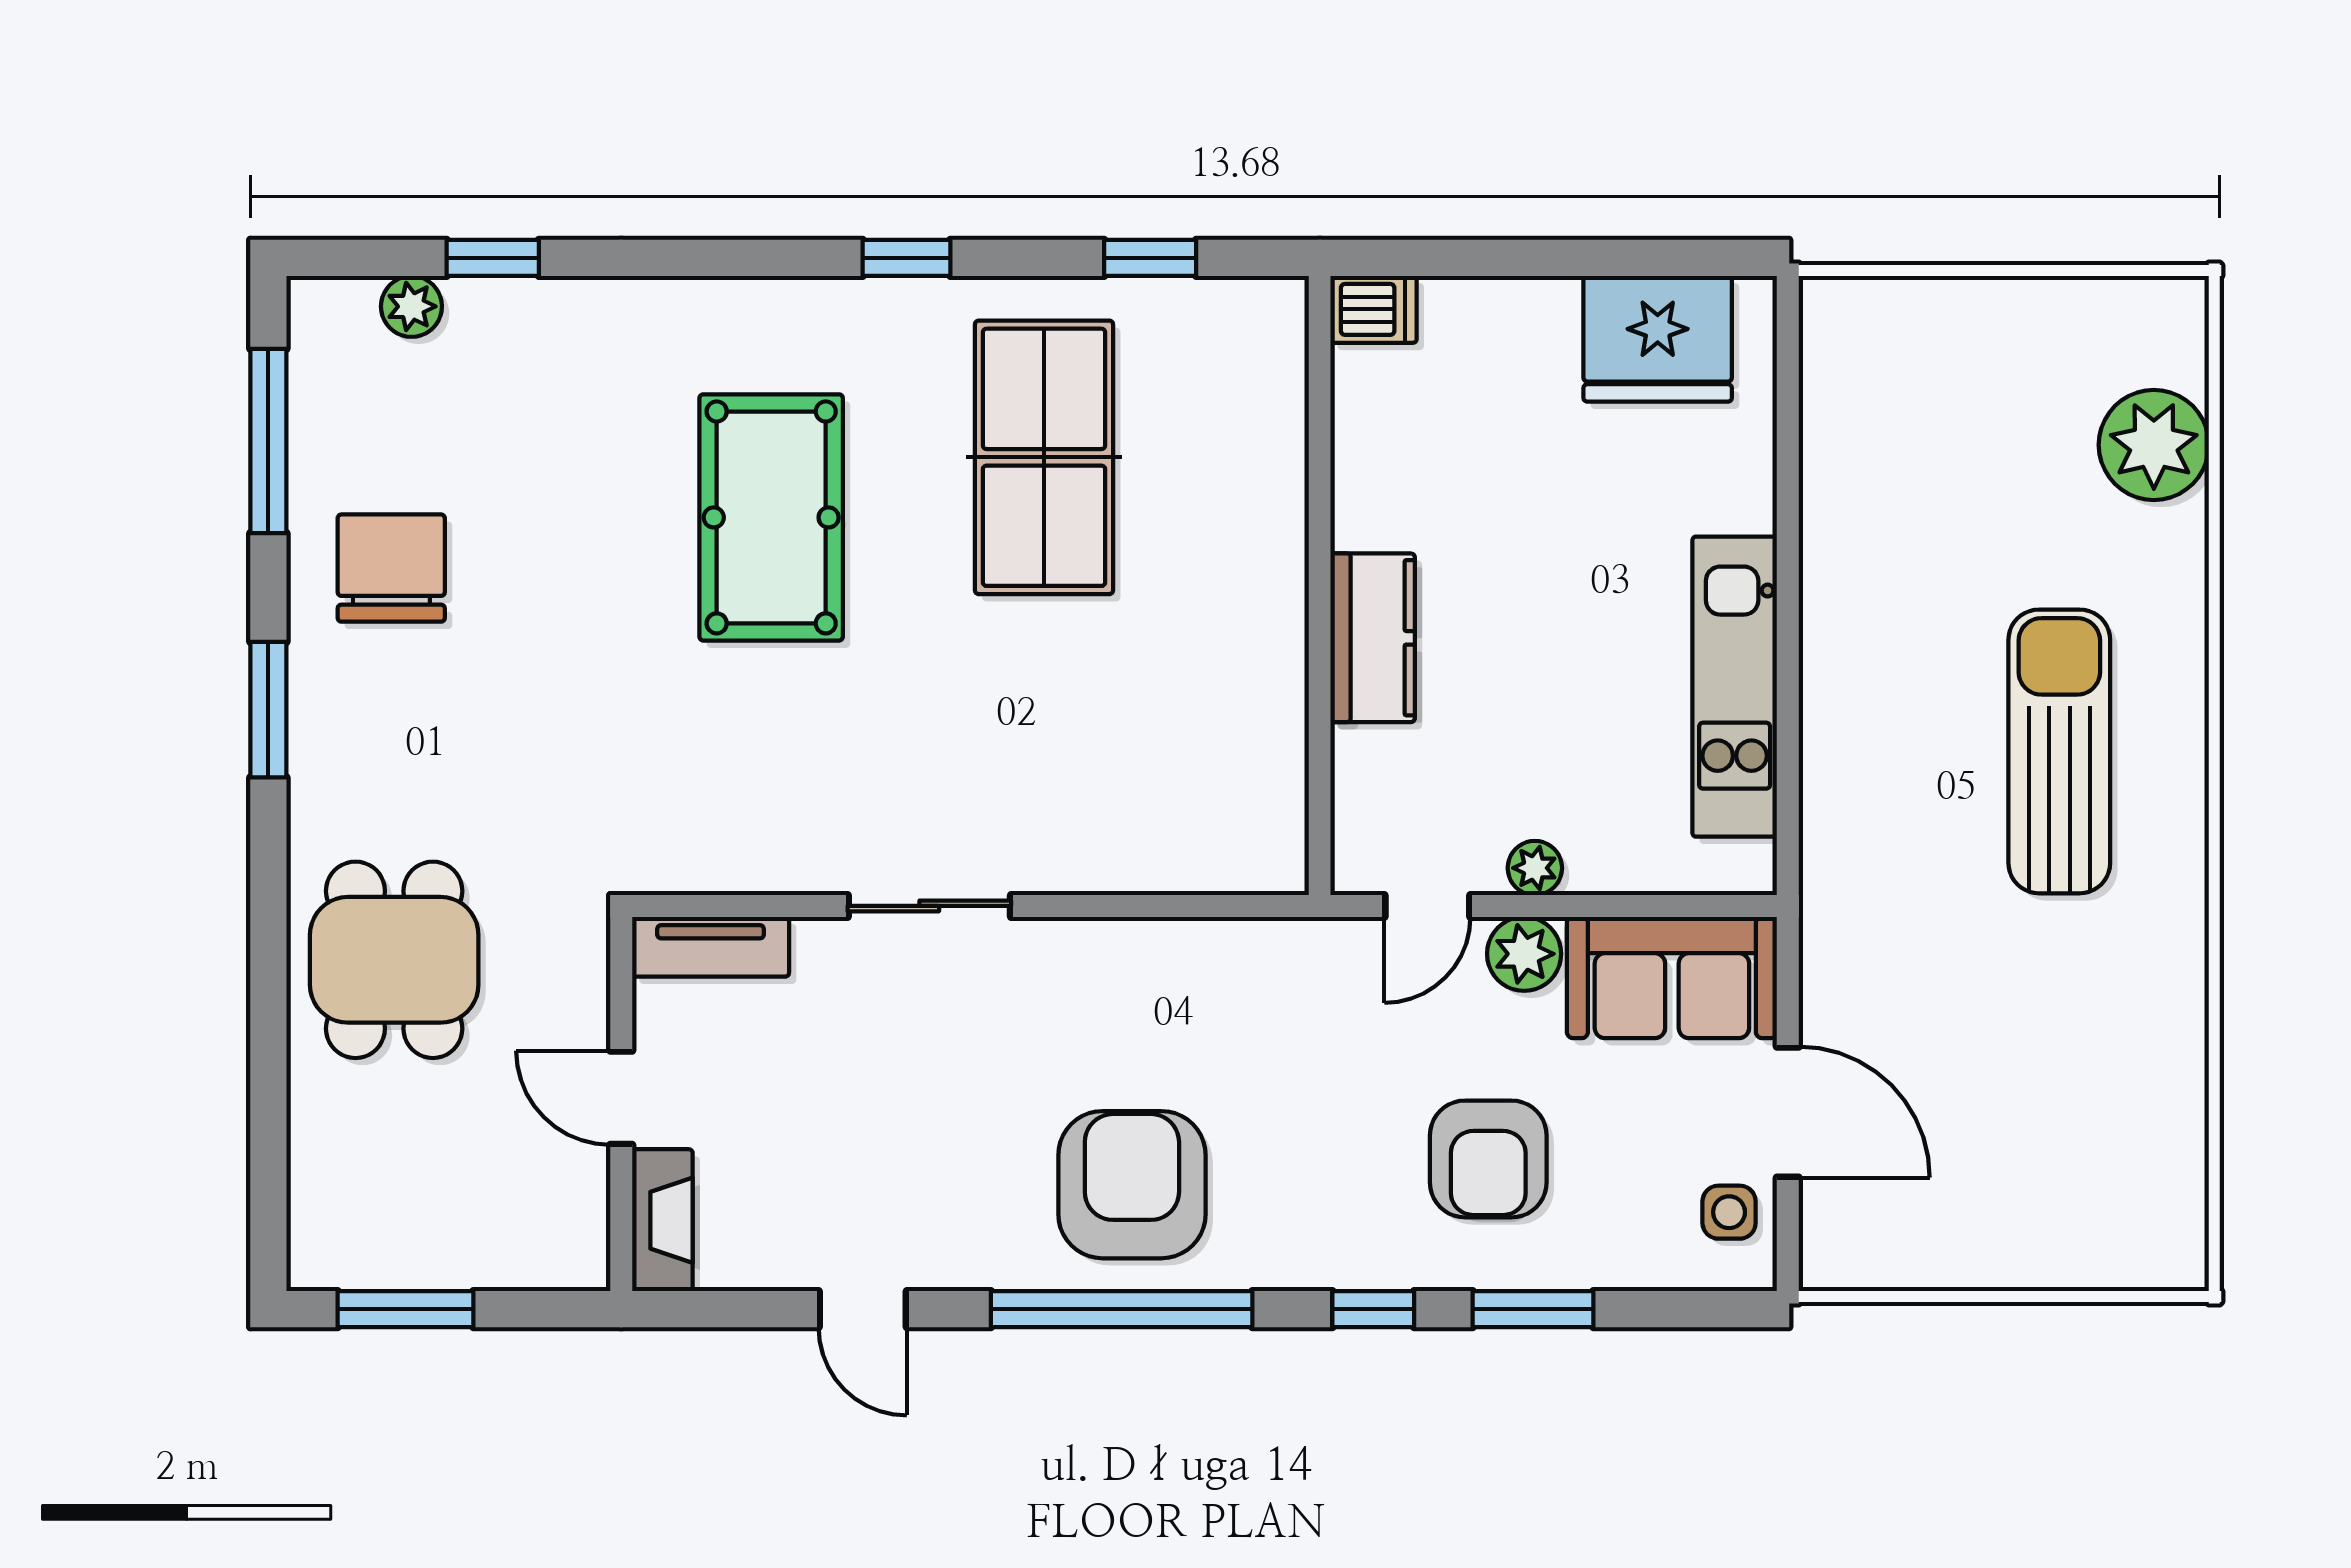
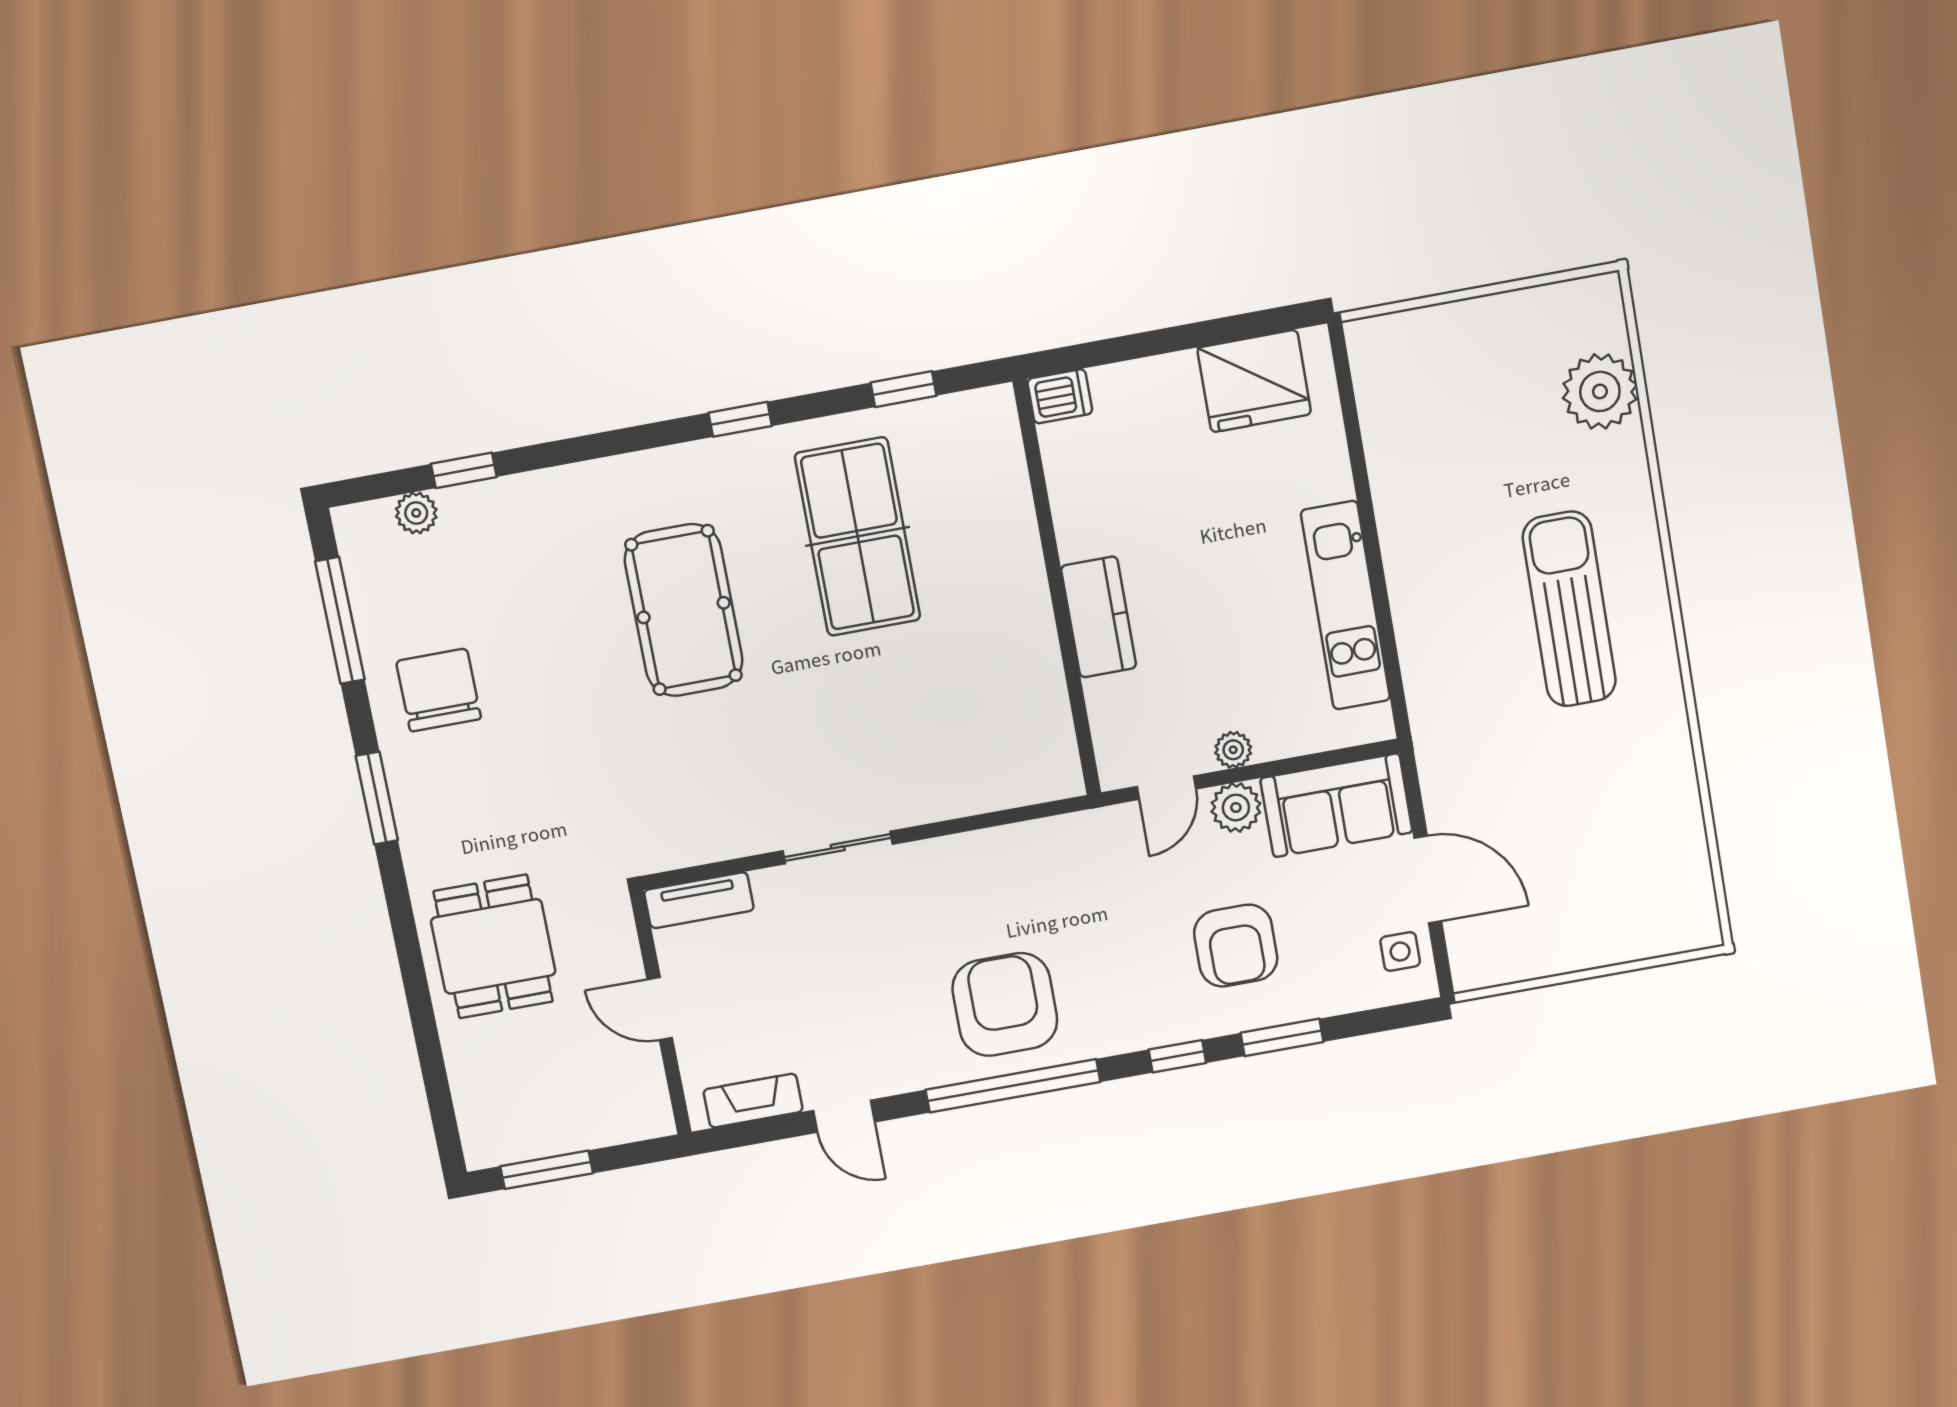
fireplace: (662, 1220) -> (753, 1101), moved, turned -90

